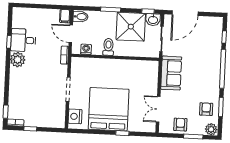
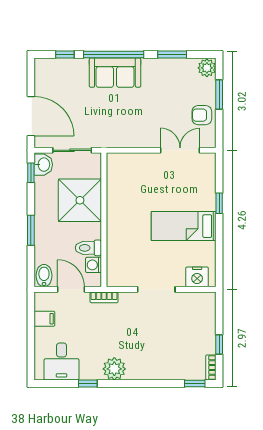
filing cabinet: (65, 16) -> (44, 319), moved
shower: (131, 27) -> (80, 200), moved
door: (71, 34) -> (71, 289), swing flipped
desk: (23, 40) -> (62, 362), moved
toilet: (108, 47) -> (88, 248), moved
sofa: (171, 73) -> (115, 73), moved, turned 180
bed: (109, 109) -> (184, 226), width x0.49
double door: (158, 109) -> (180, 150), swing flipped
armchair: (206, 109) -> (176, 77), removed

